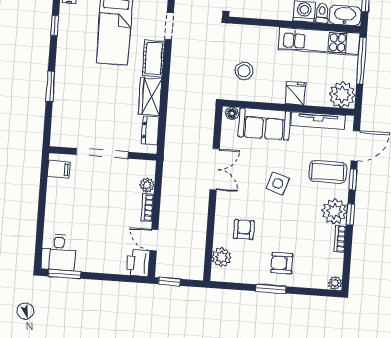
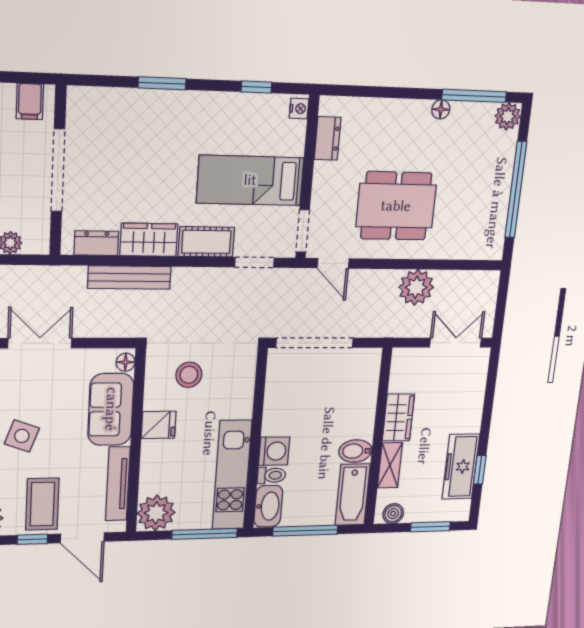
fridge: (295, 93) -> (159, 425), moved
bench: (174, 110) -> (129, 277), added
double door: (215, 169) -> (40, 343), swing flipped

